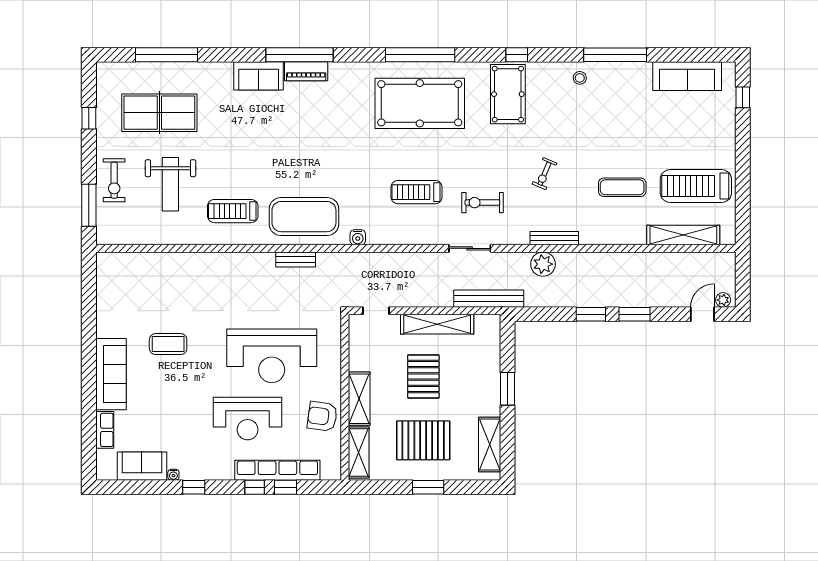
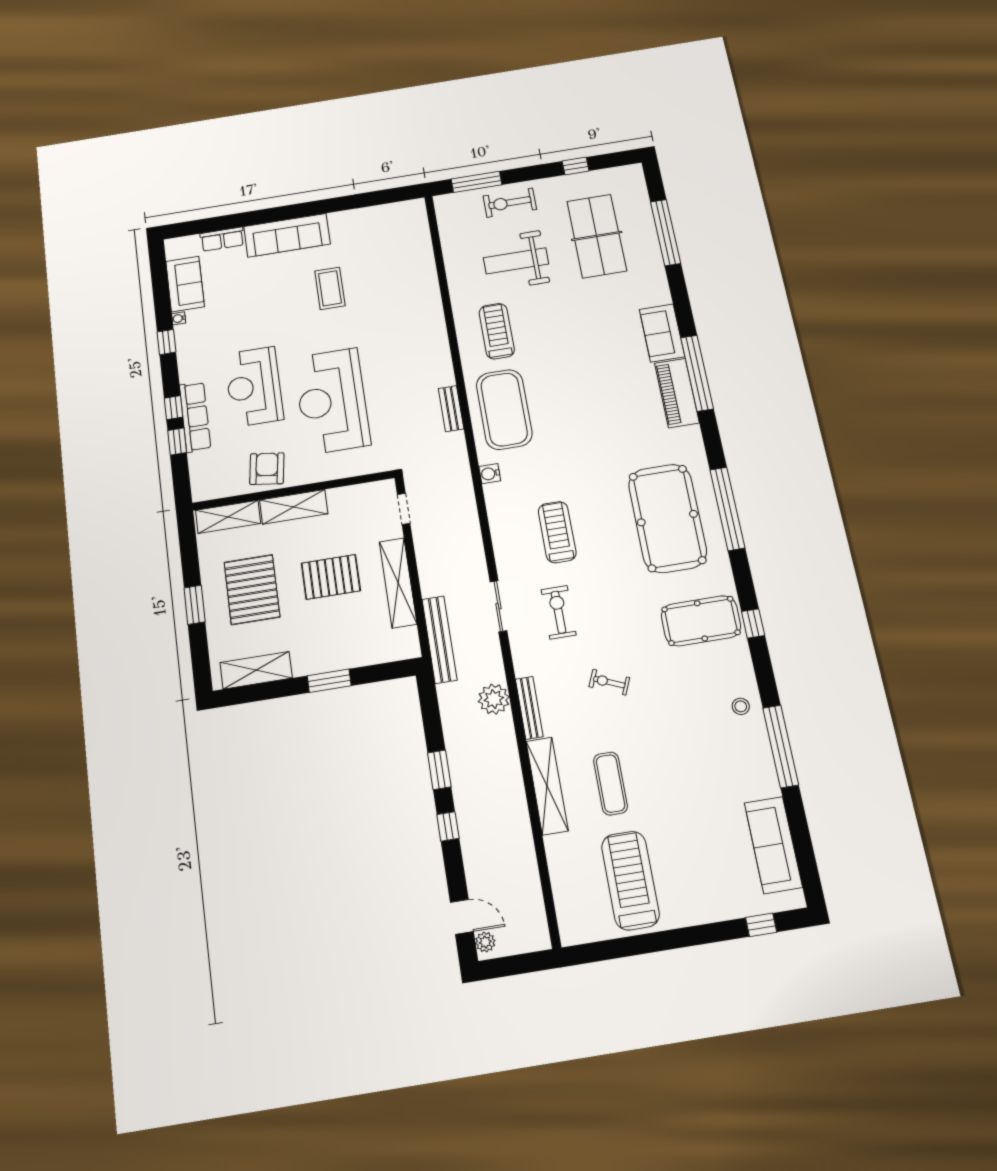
piano: (306, 71) -> (677, 393), width x1.37, depth x1.33
shelving: (683, 235) -> (547, 786), moved
window: (635, 314) -> (448, 826), width x0.67
row of seats: (277, 470) -> (195, 417), width x0.73

